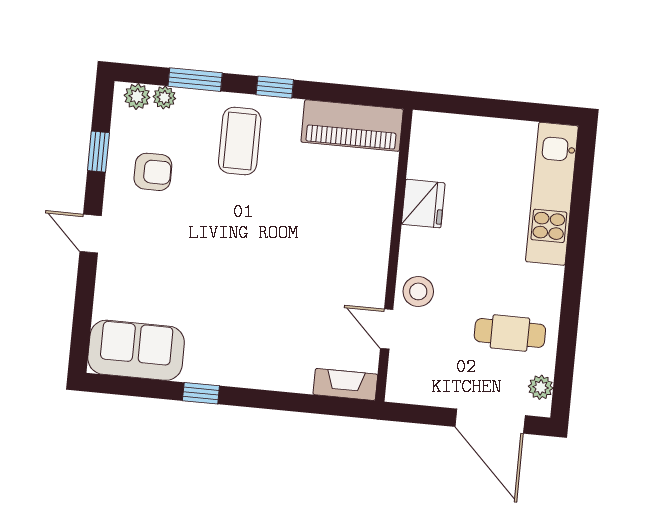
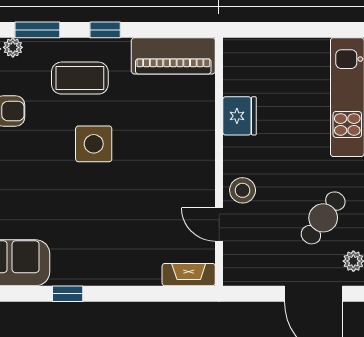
coffee table: (240, 141) -> (80, 78), turned 90
side table: (249, 220) -> (94, 144), added
cafe table: (510, 333) -> (323, 218), turned -54

